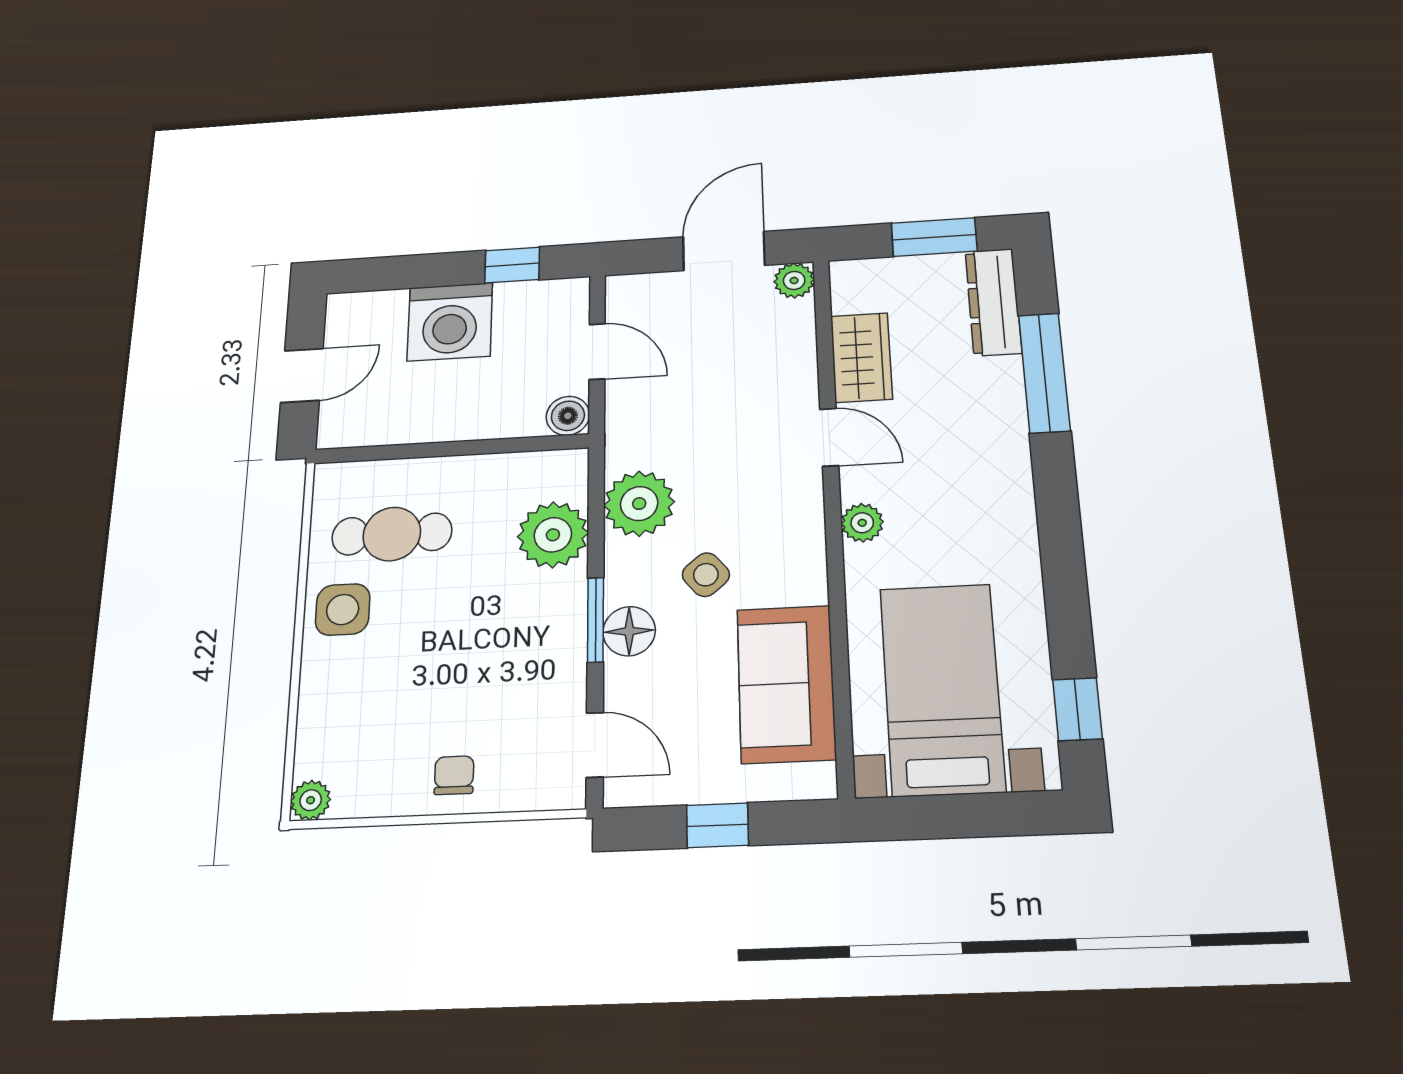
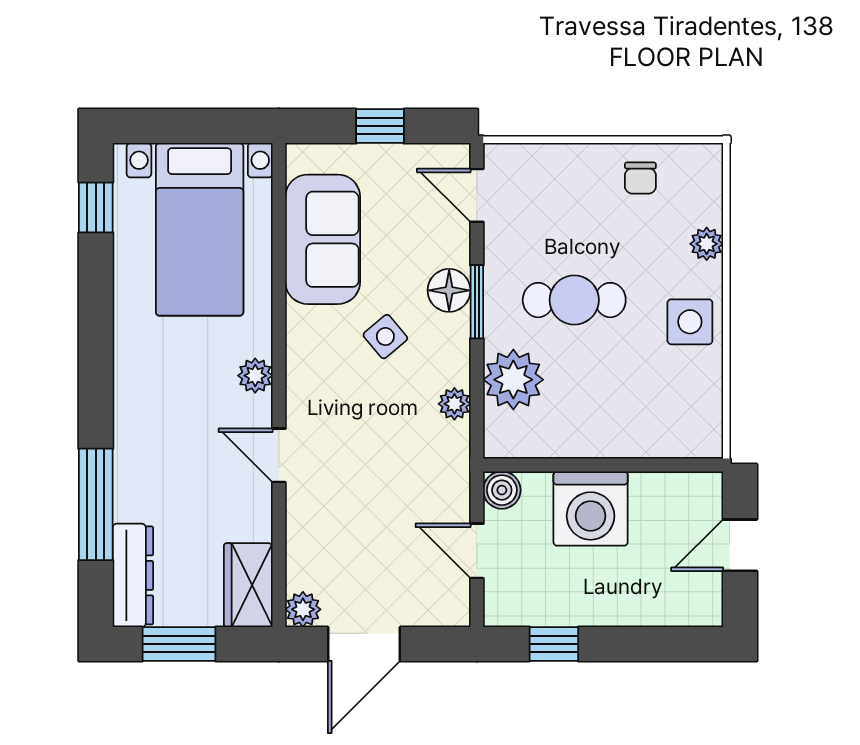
washing machine: (450, 322) -> (591, 509), moved, turned 180
wardrobe: (861, 357) -> (248, 585), moved
plant: (639, 504) -> (454, 404), width x0.53, depth x0.53
cafe table: (392, 534) -> (574, 300), moved
chair: (454, 775) -> (640, 178), moved
plant: (311, 800) -> (707, 244), moved

